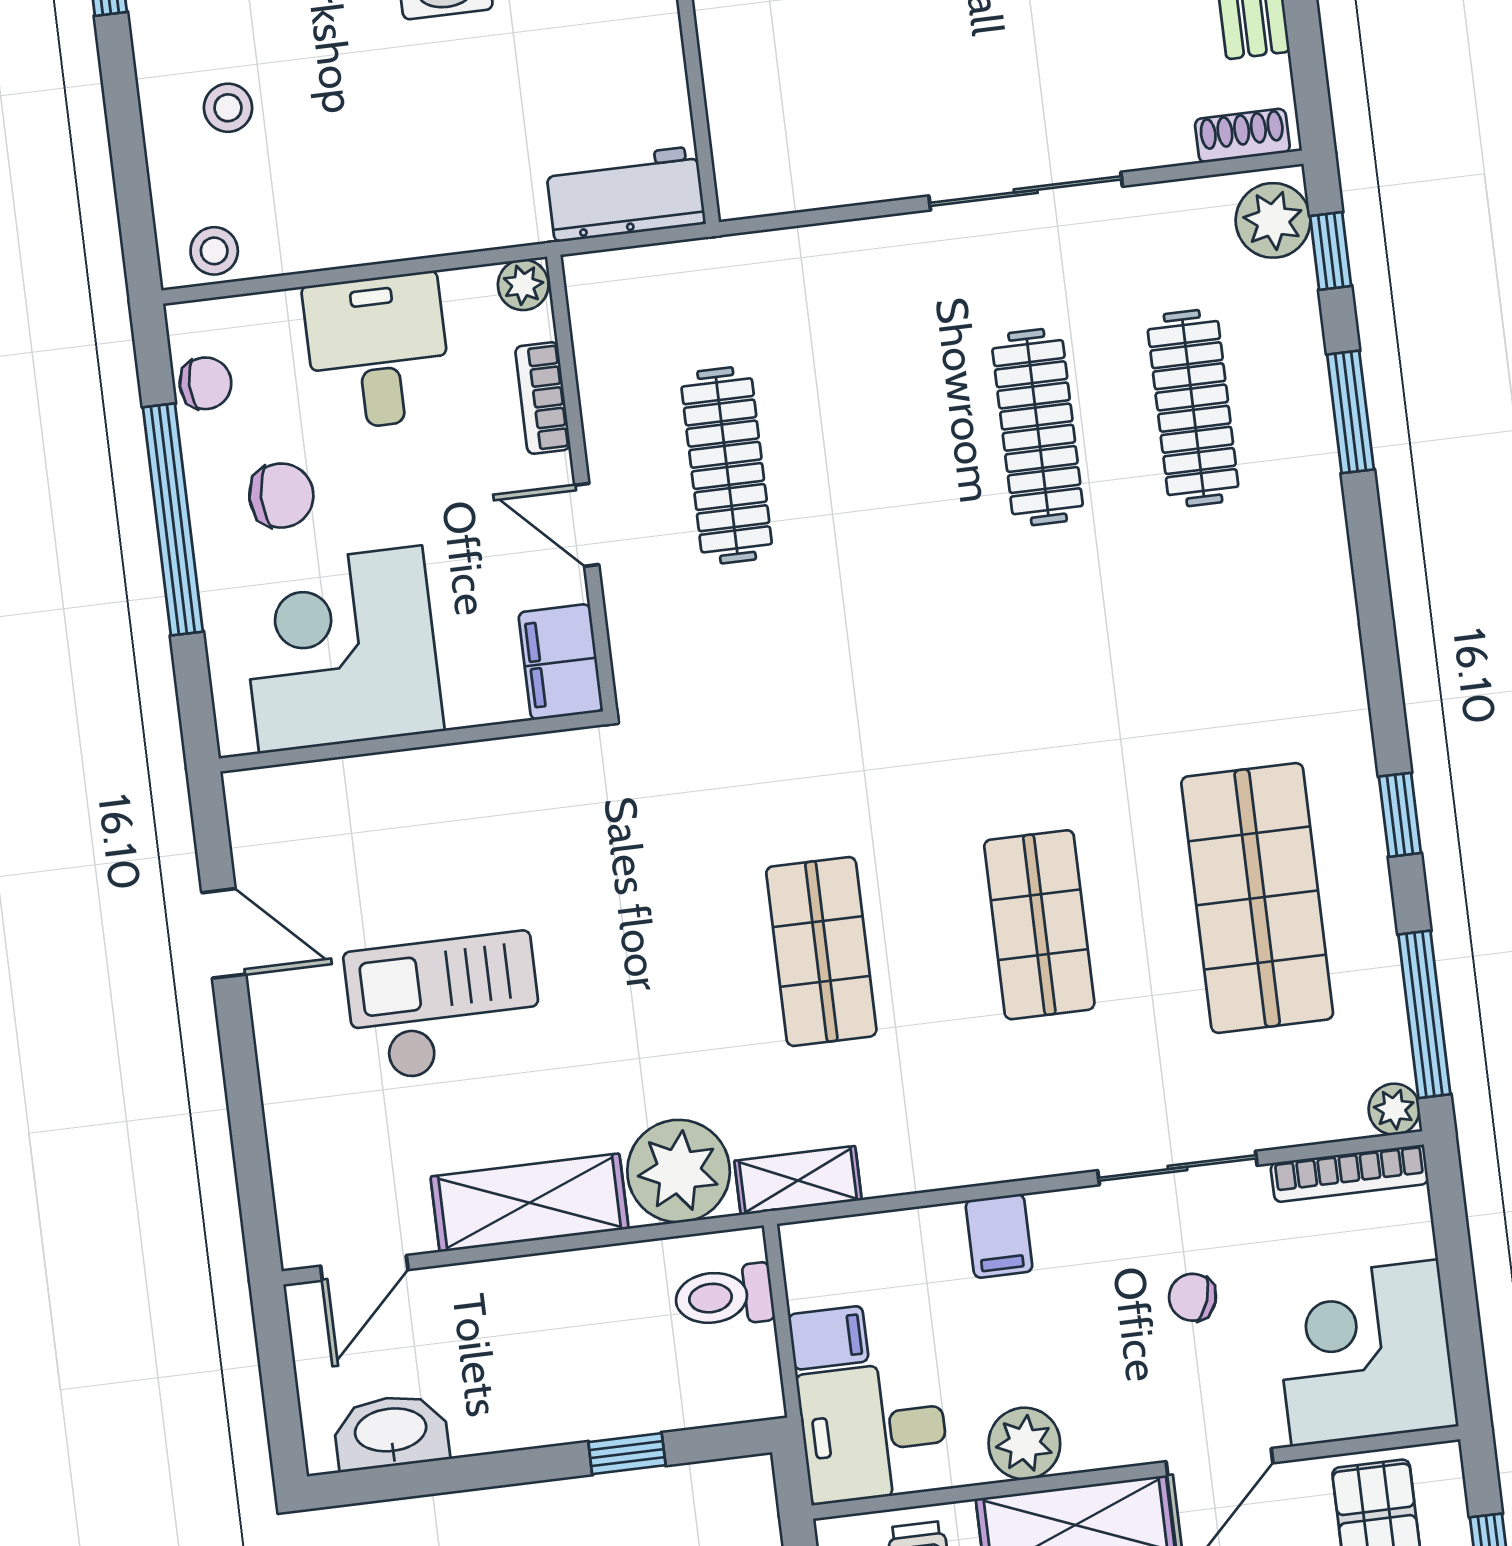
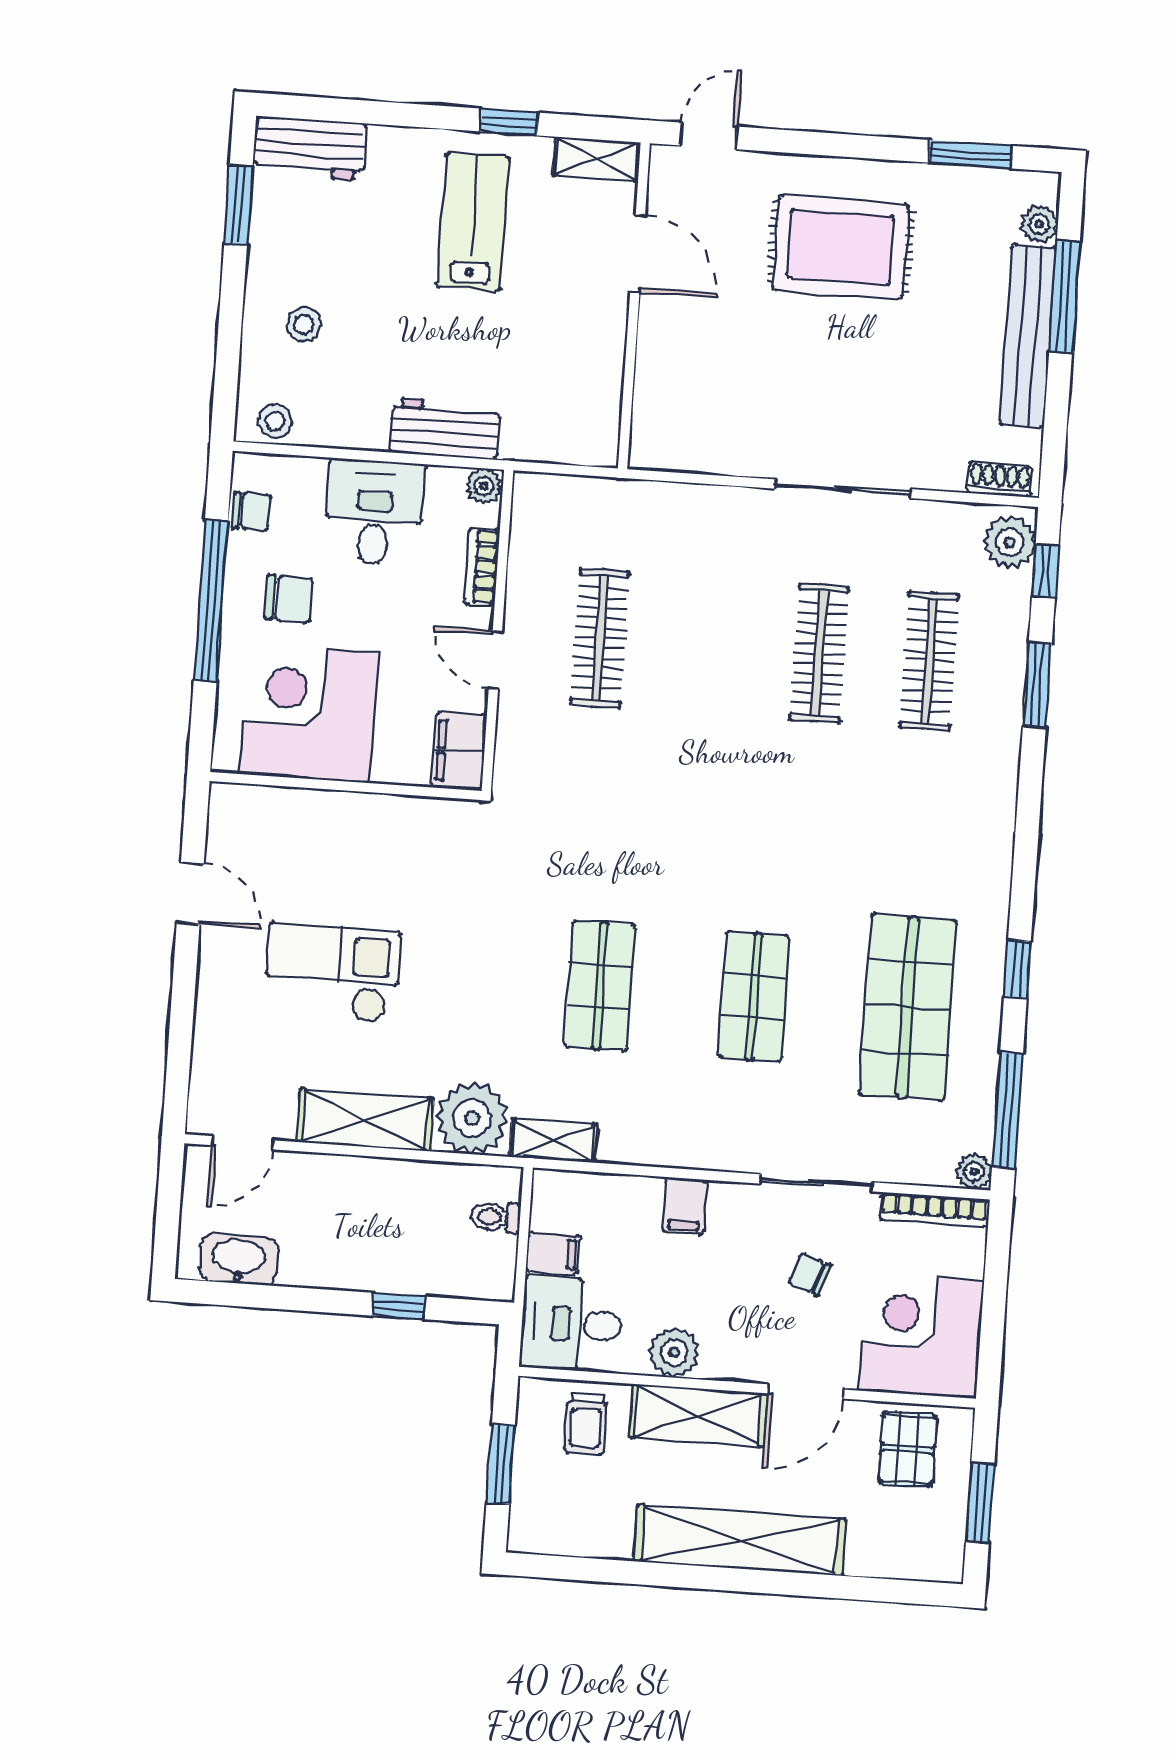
workbench: (626, 194) -> (445, 429), moved
toilet: (724, 1296) -> (496, 1217), width x0.73, depth x0.72

